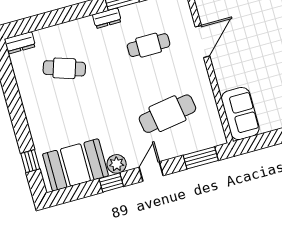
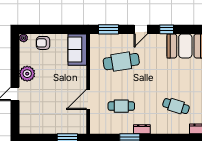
plant: (117, 164) -> (160, 40), removed

